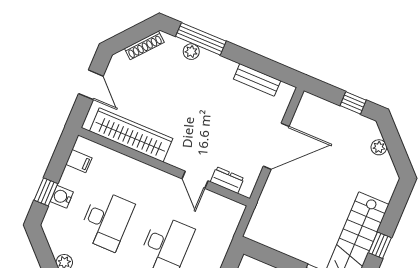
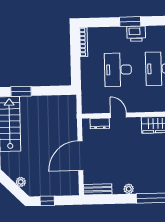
plant: (191, 52) -> (129, 189), moved
bench: (257, 80) -> (98, 189), moved

